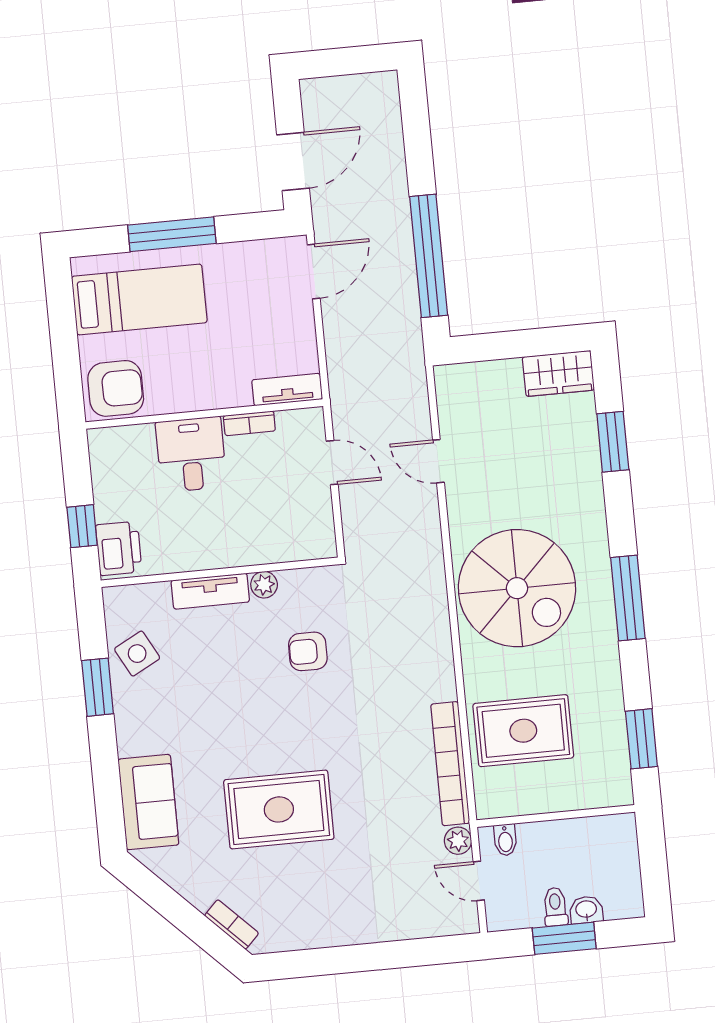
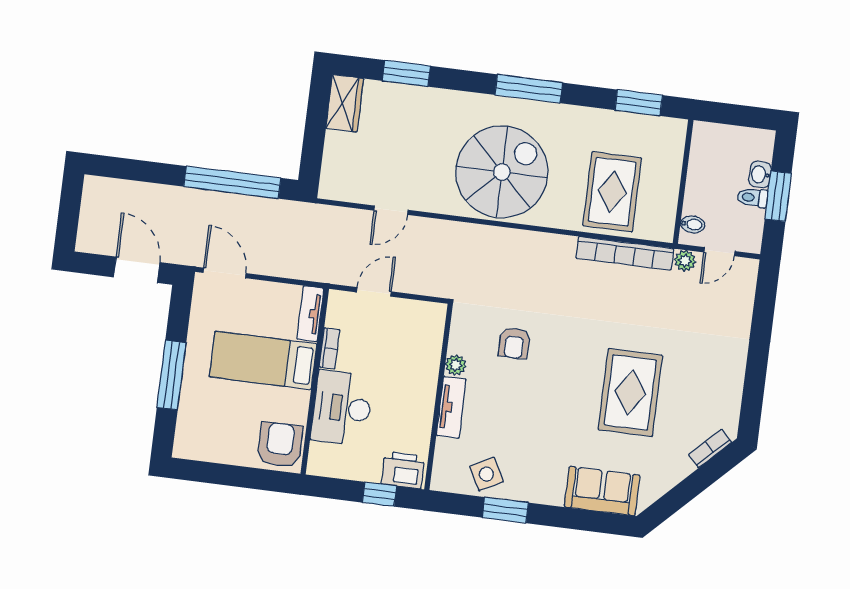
bed: (139, 299) -> (263, 360), moved, turned -90
desk: (191, 454) -> (342, 408), width x1.37

